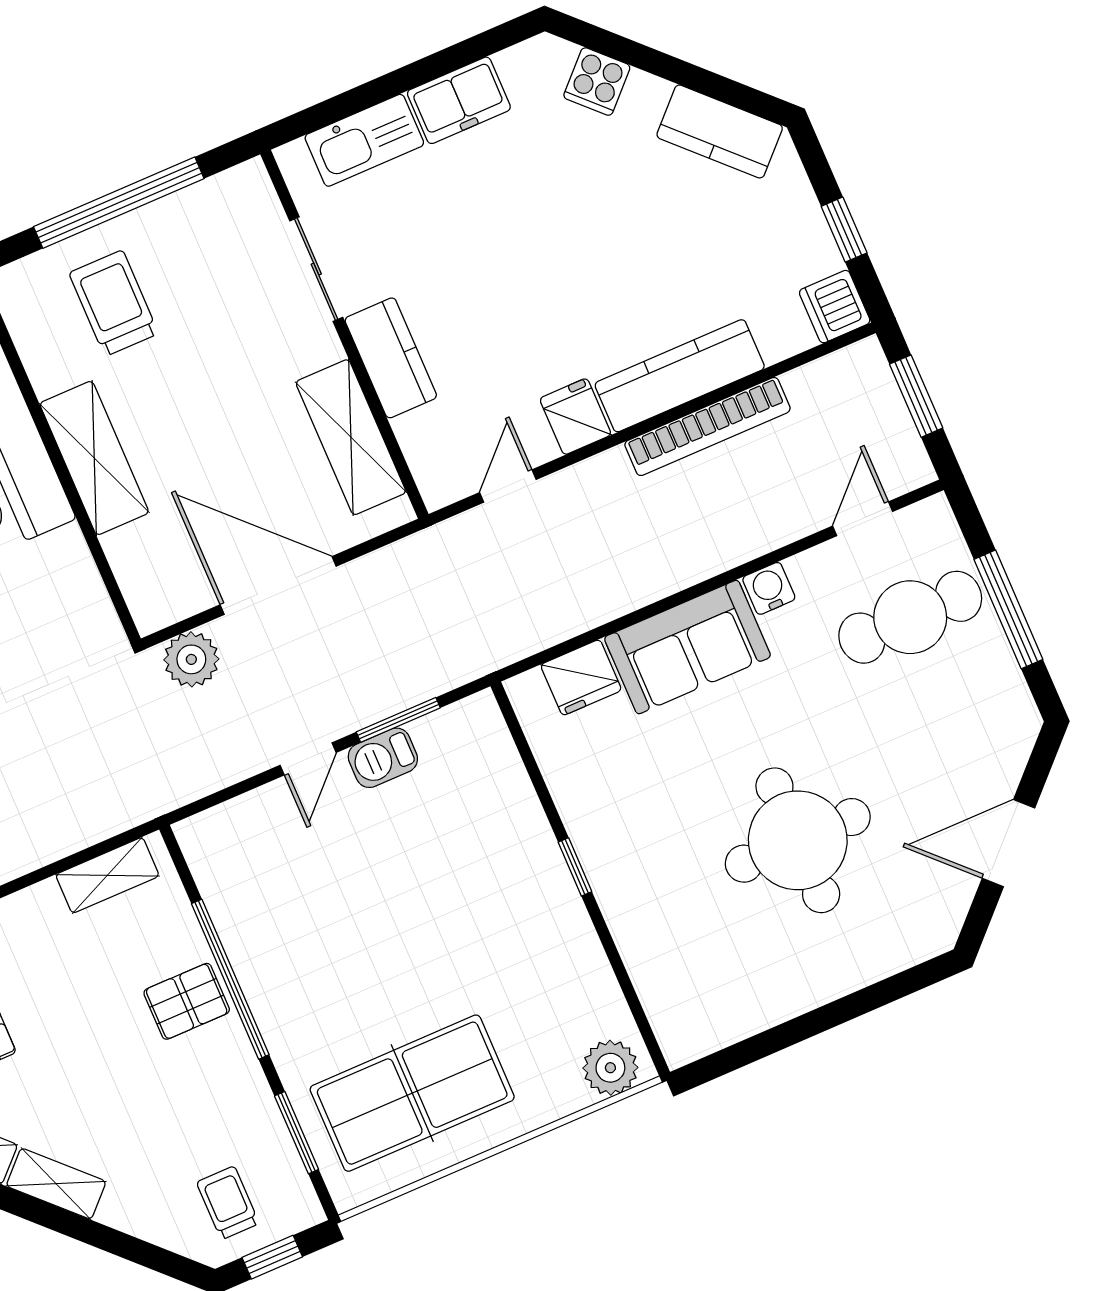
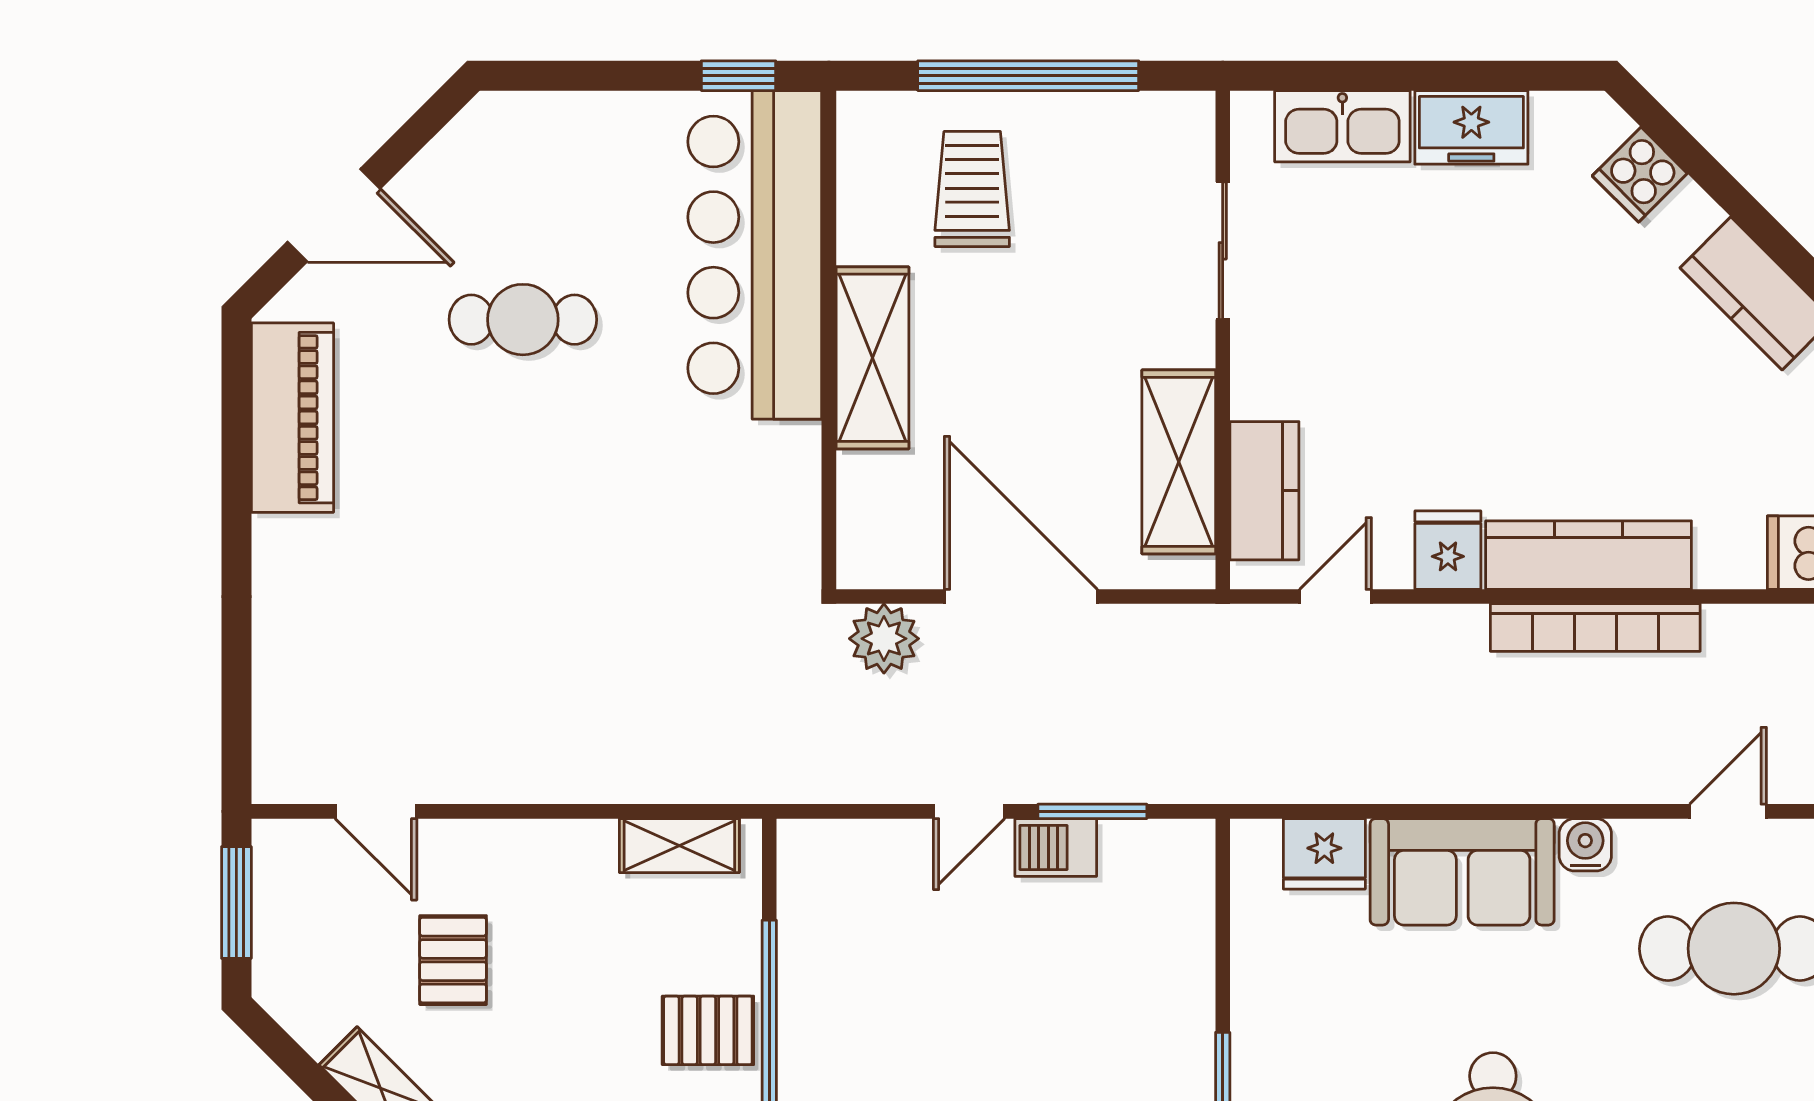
kitchen counter: (391, 358) -> (1264, 491), moved

